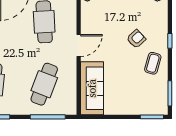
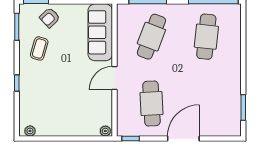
armchair: (136, 39) -> (50, 18), moved
coffee table: (153, 63) -> (39, 48), moved

